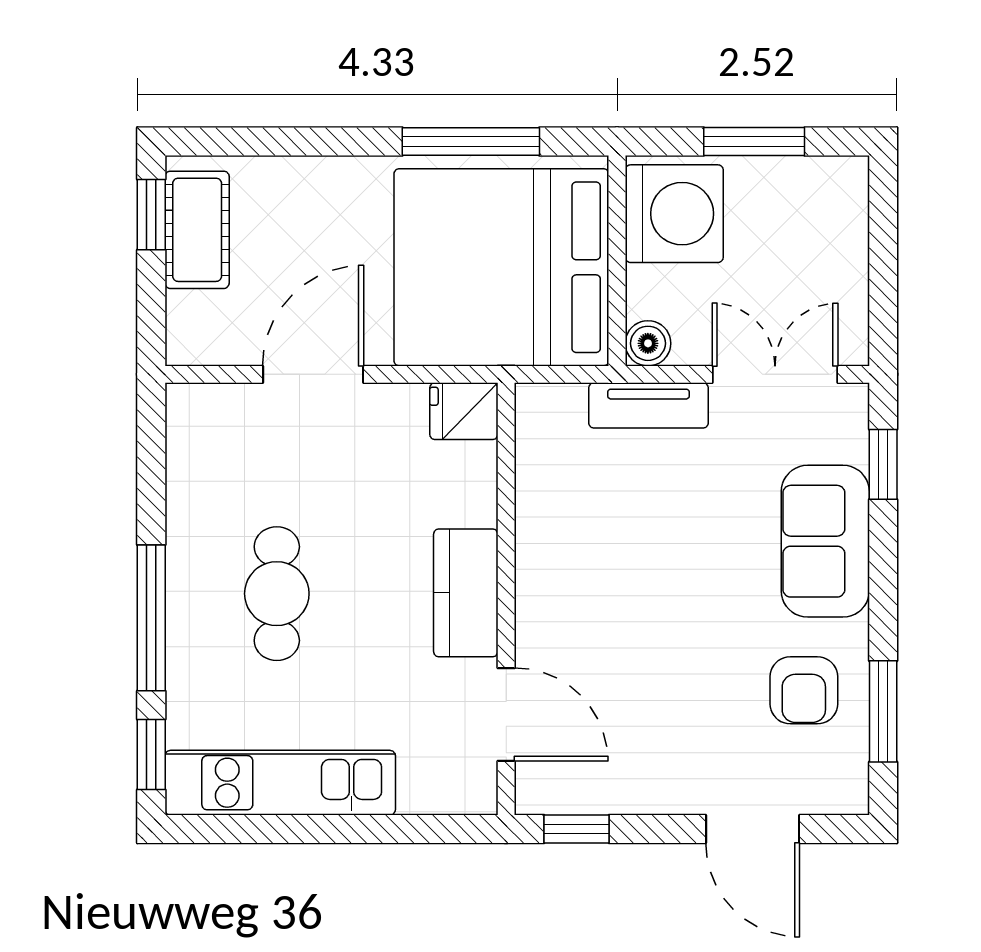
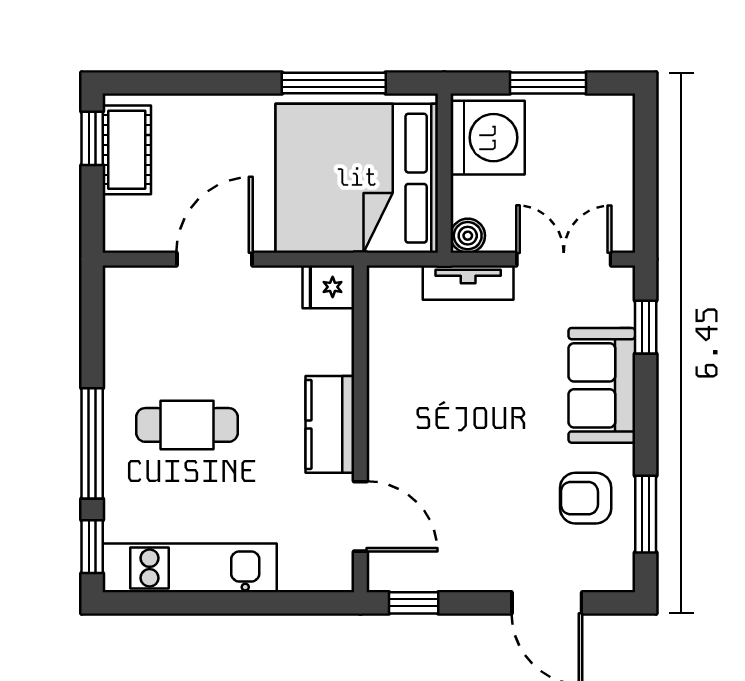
cafe table: (277, 594) -> (187, 425), turned 90
armchair: (804, 690) -> (586, 498), turned 90

